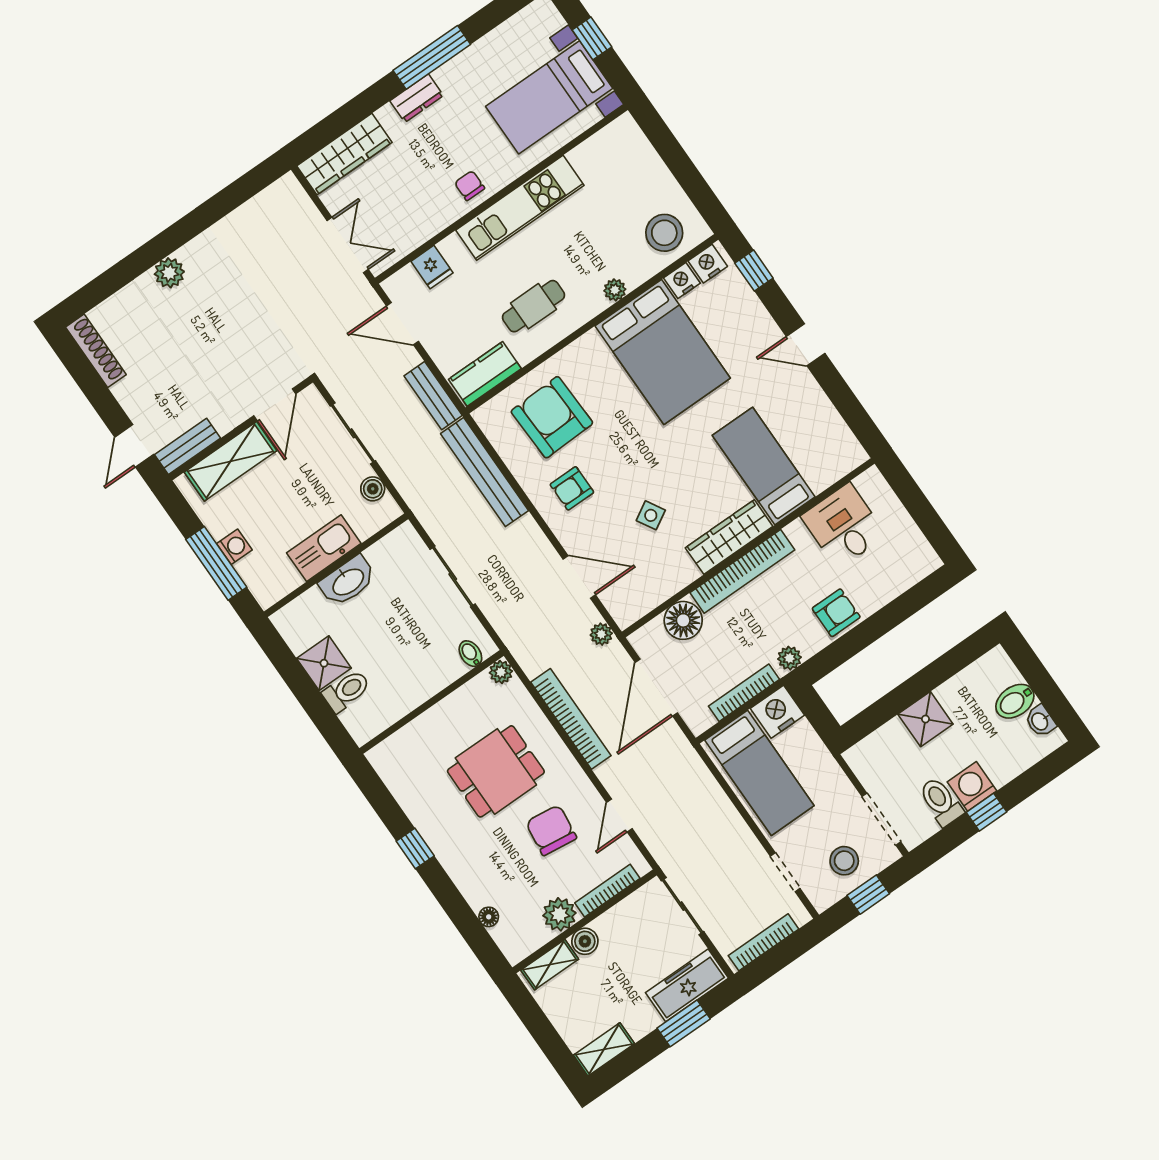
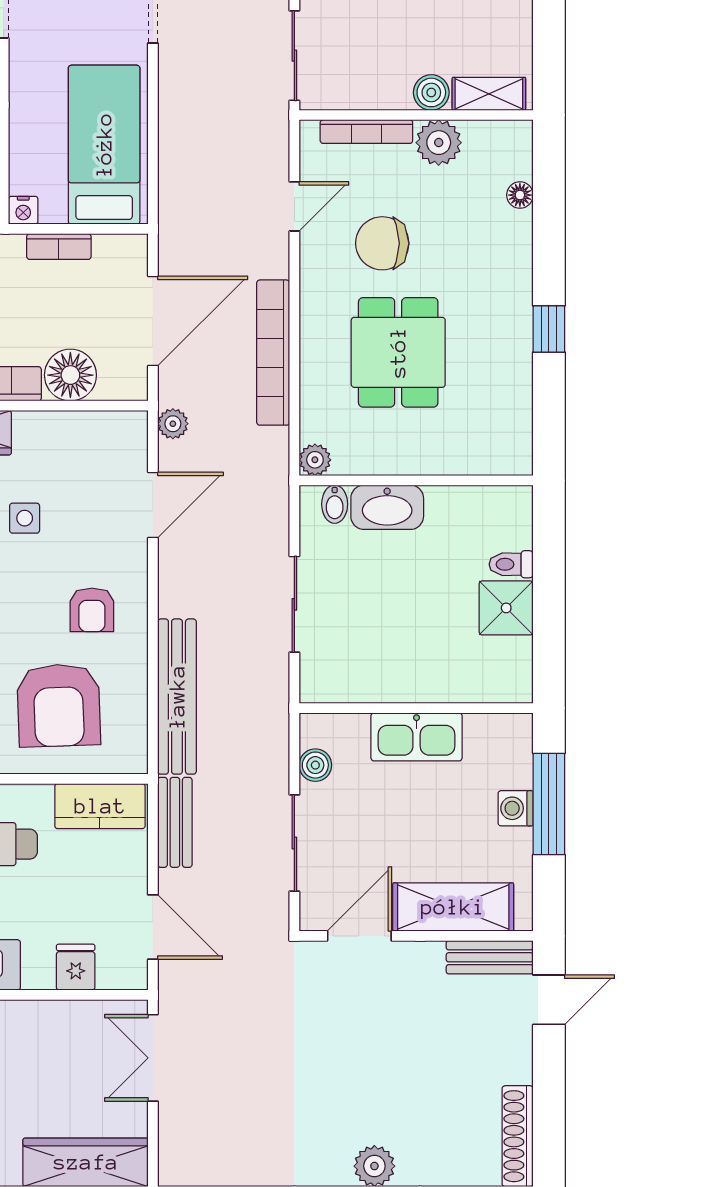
armchair: (572, 488) -> (92, 610), turned 90
side table: (651, 515) -> (25, 518), turned 30
door: (579, 577) -> (153, 505), swing flipped
washbasin: (348, 581) -> (387, 507), moved, turned 180
toilet: (346, 691) -> (511, 564), width x0.73, depth x0.72
bookcase: (744, 693) -> (59, 247), width x0.64
nightstand: (777, 712) -> (23, 210), width x0.53, depth x0.56
dining table: (496, 771) -> (398, 352), turned 90
chair: (551, 830) -> (382, 243), turned 83

